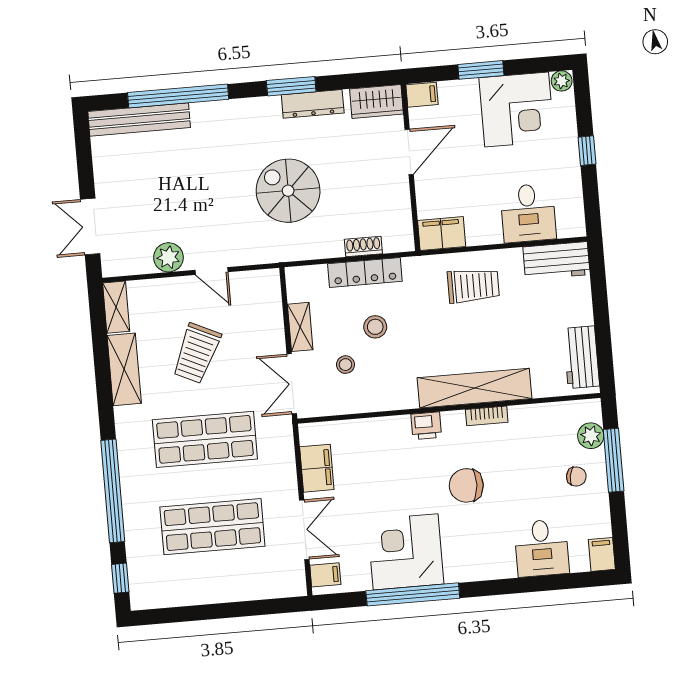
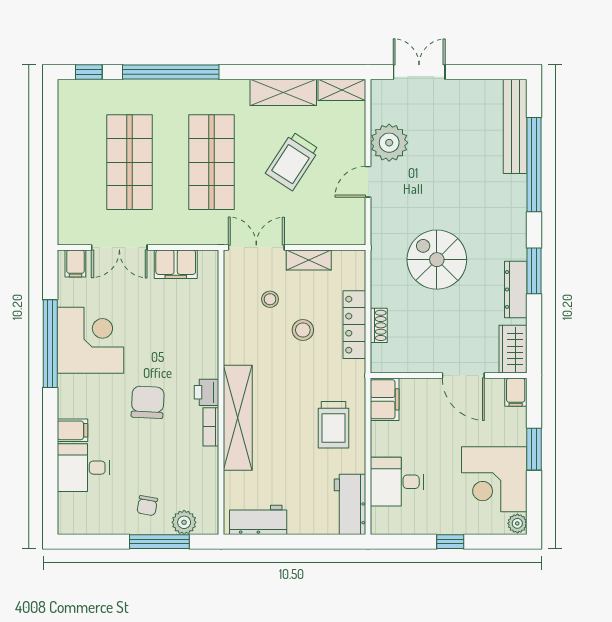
spiral stairs: (288, 191) -> (437, 260), turned -90
plant: (168, 257) -> (389, 143), width x1.36, depth x1.36
trolley: (197, 353) -> (292, 161), turned -82
printer: (426, 426) -> (207, 392), moved
filing cabinet: (602, 554) -> (72, 430), moved

